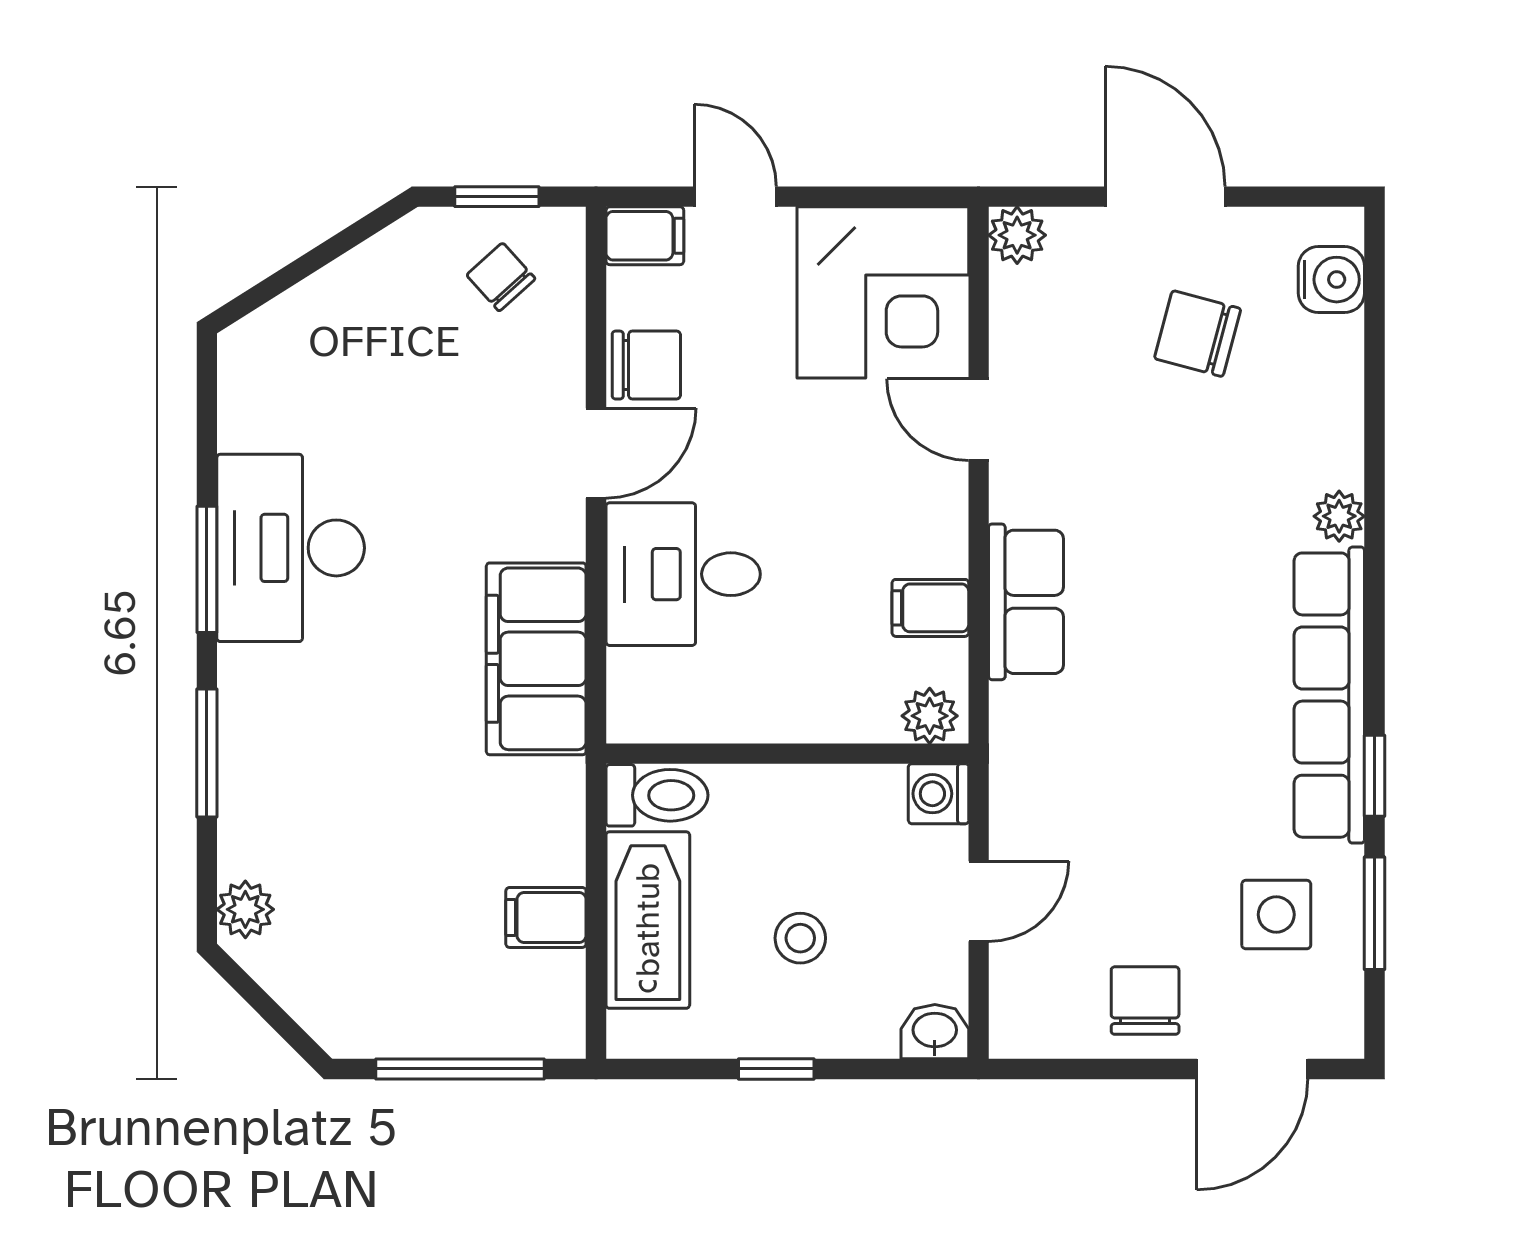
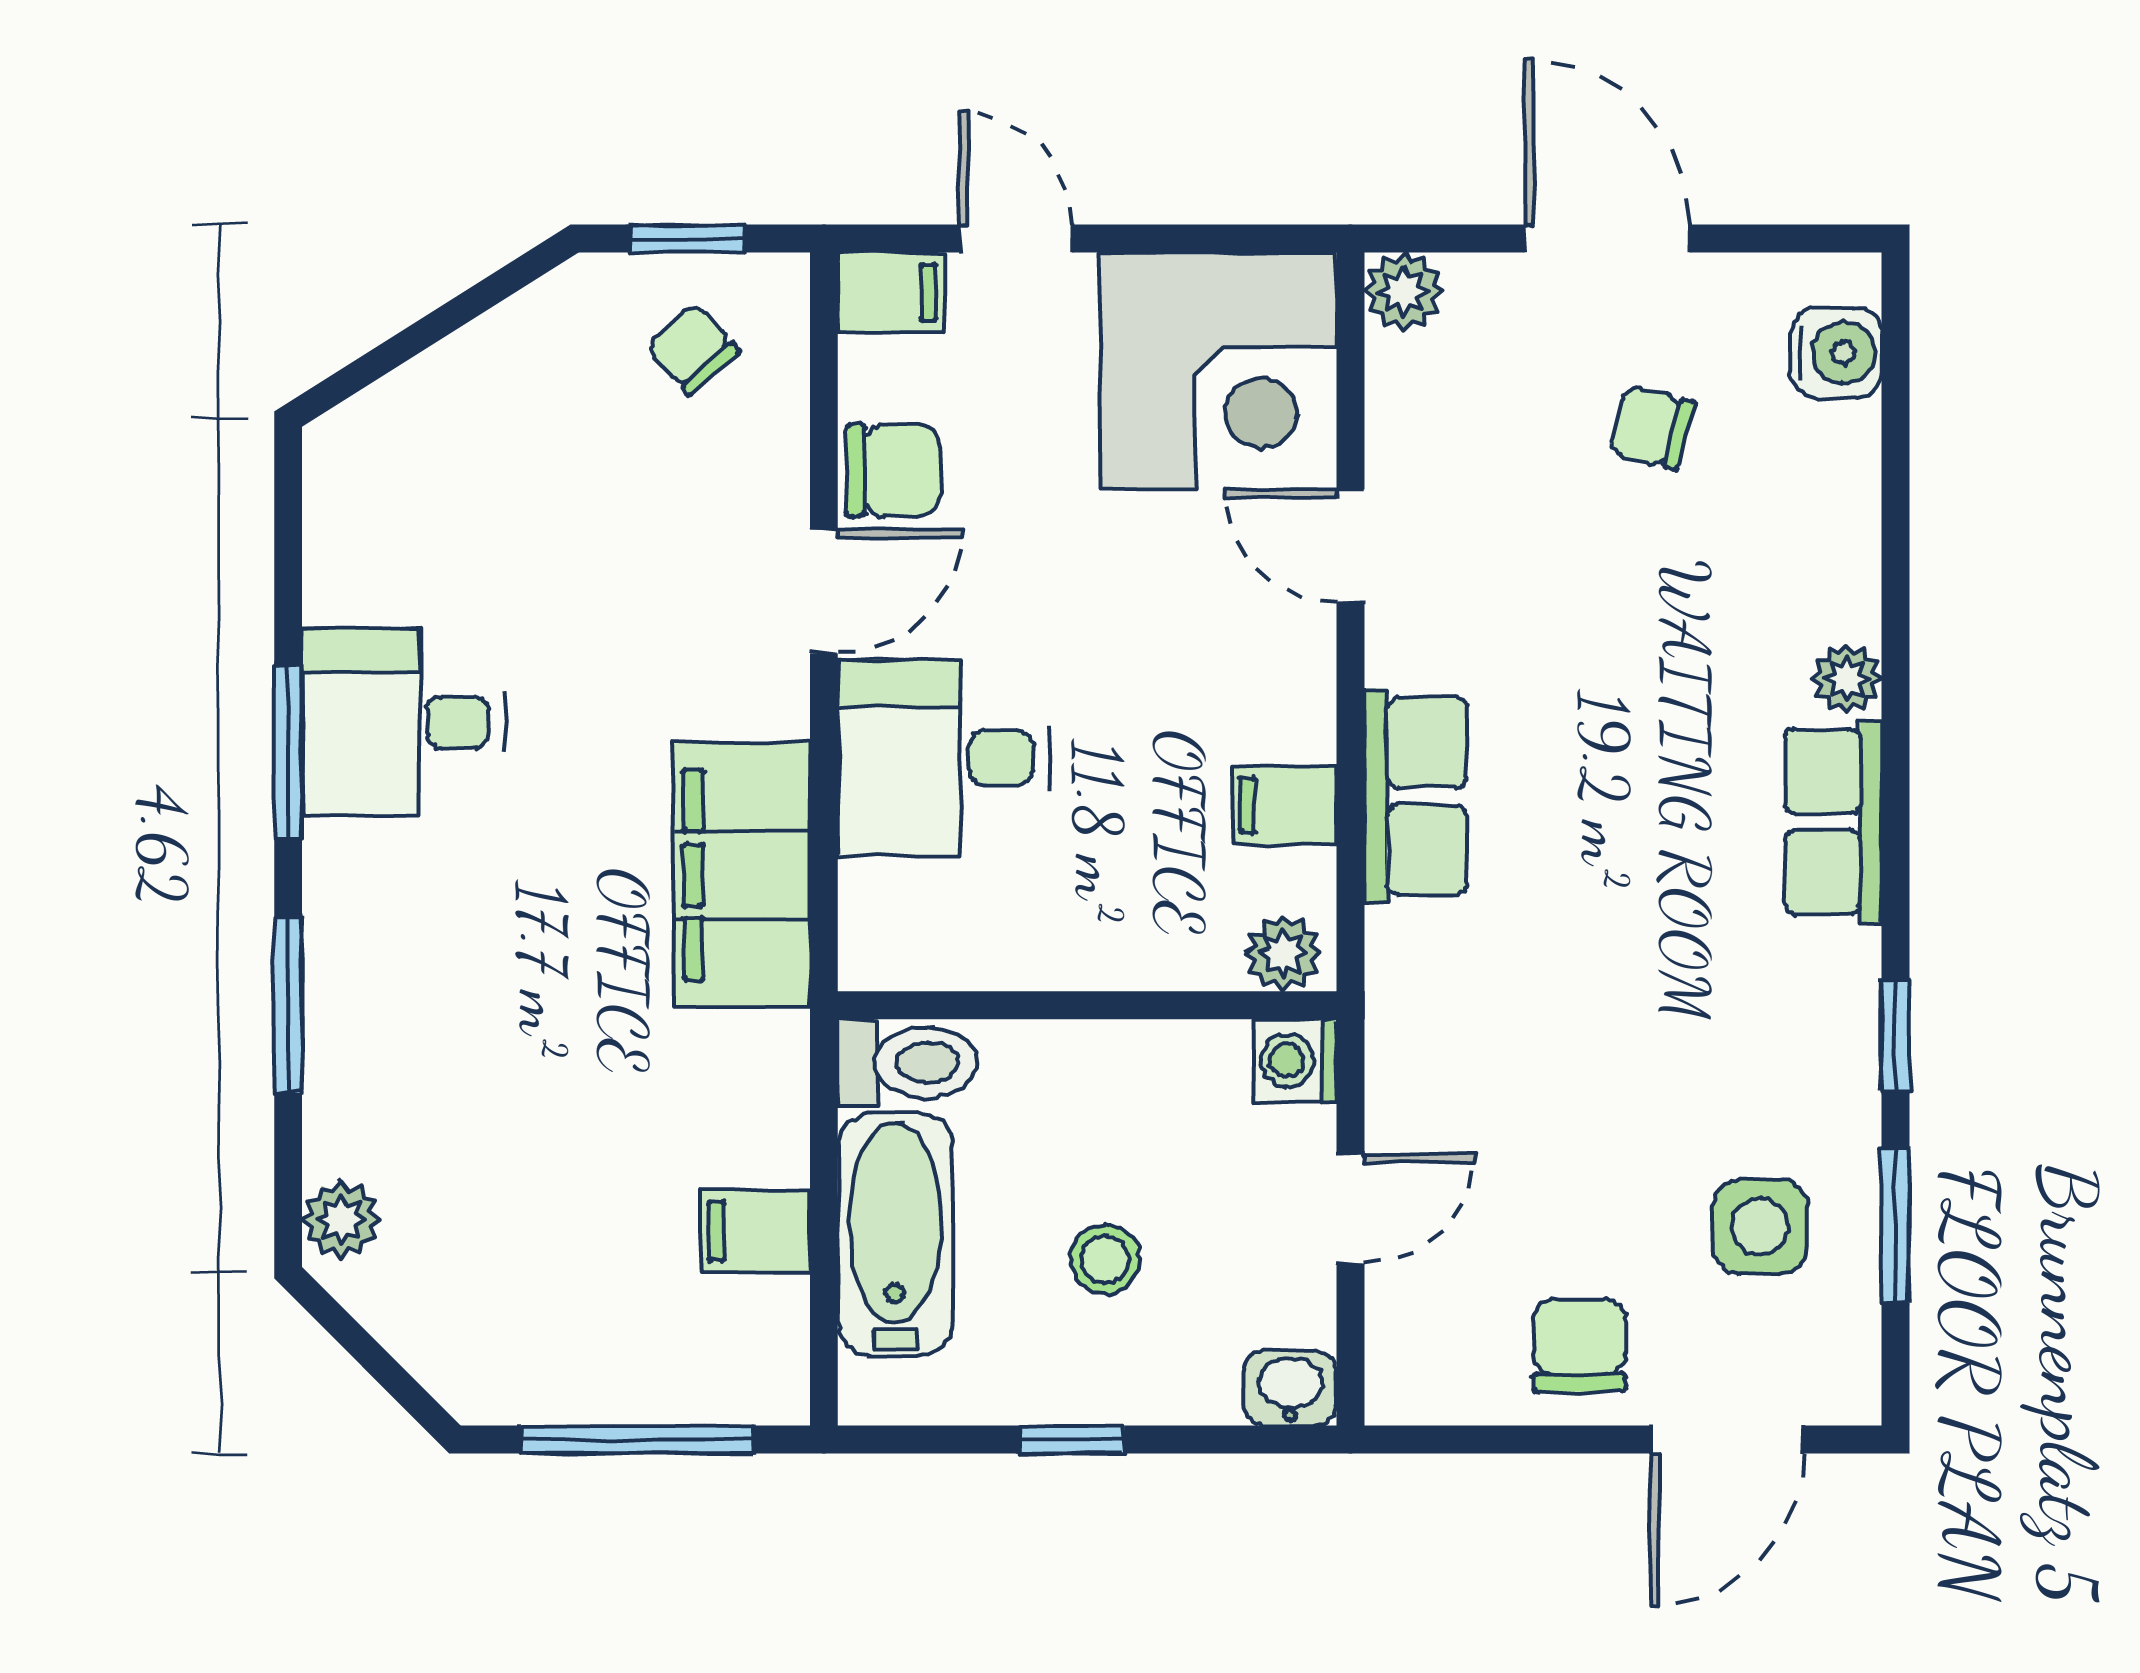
chair: (1198, 334) -> (1652, 427), width x0.73, depth x0.73
desk: (291, 548) -> (403, 722), width x0.73
row of seats: (1329, 695) -> (1833, 822), width x0.50

